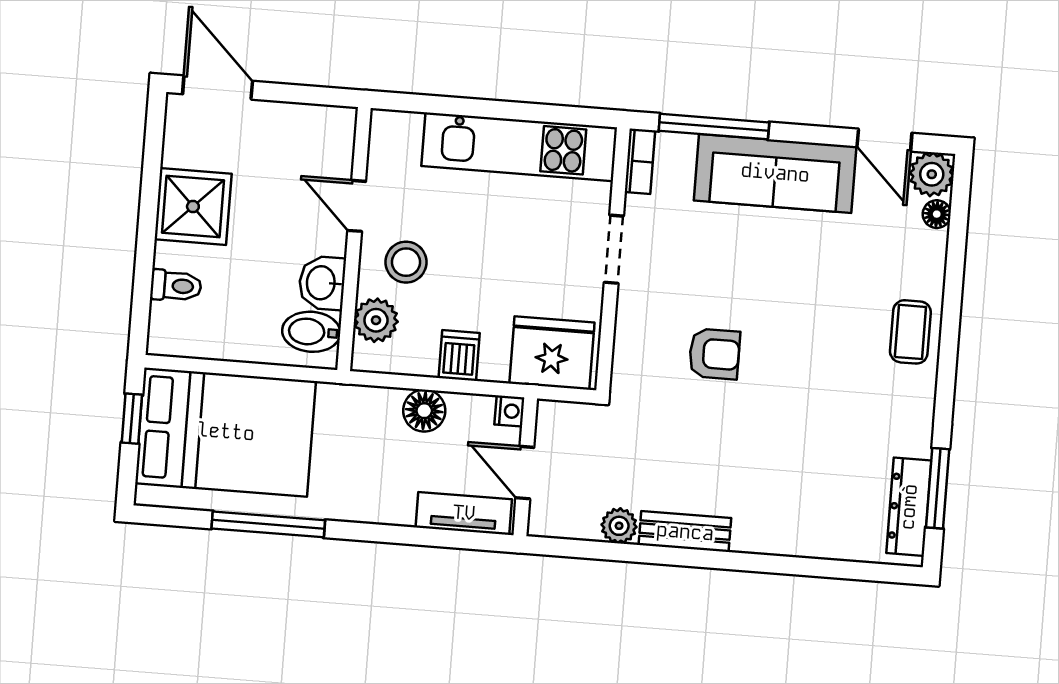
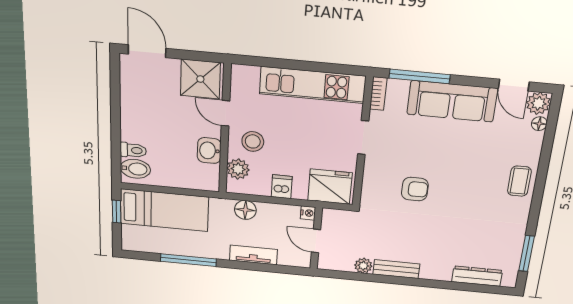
shower: (193, 206) -> (200, 79), moved
bidet: (311, 332) -> (135, 169), moved, turned 180
floor lamp: (424, 411) -> (245, 210), moved
bed: (226, 432) -> (164, 210), width x0.67
dresser: (909, 507) -> (477, 276), moved, turned 90
tv unit: (464, 513) -> (253, 255), moved

